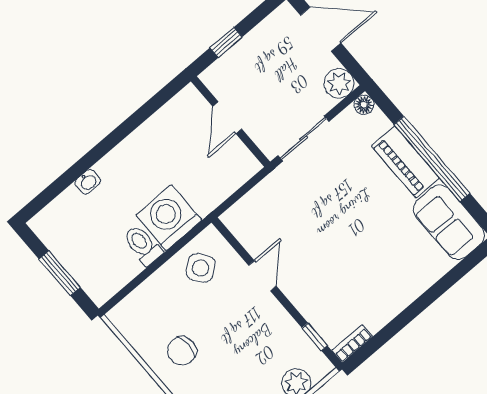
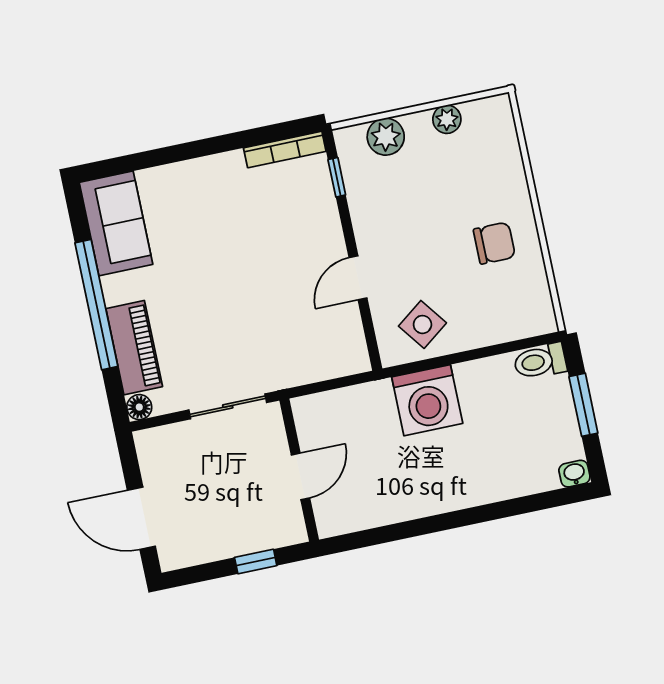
plant: (339, 83) -> (154, 446), removed
piano: (405, 162) -> (134, 348), moved
washbasin: (88, 182) -> (574, 474), moved
toilet: (143, 245) -> (540, 361), moved, turned 90
bookcase: (352, 344) -> (285, 150), width x1.56

